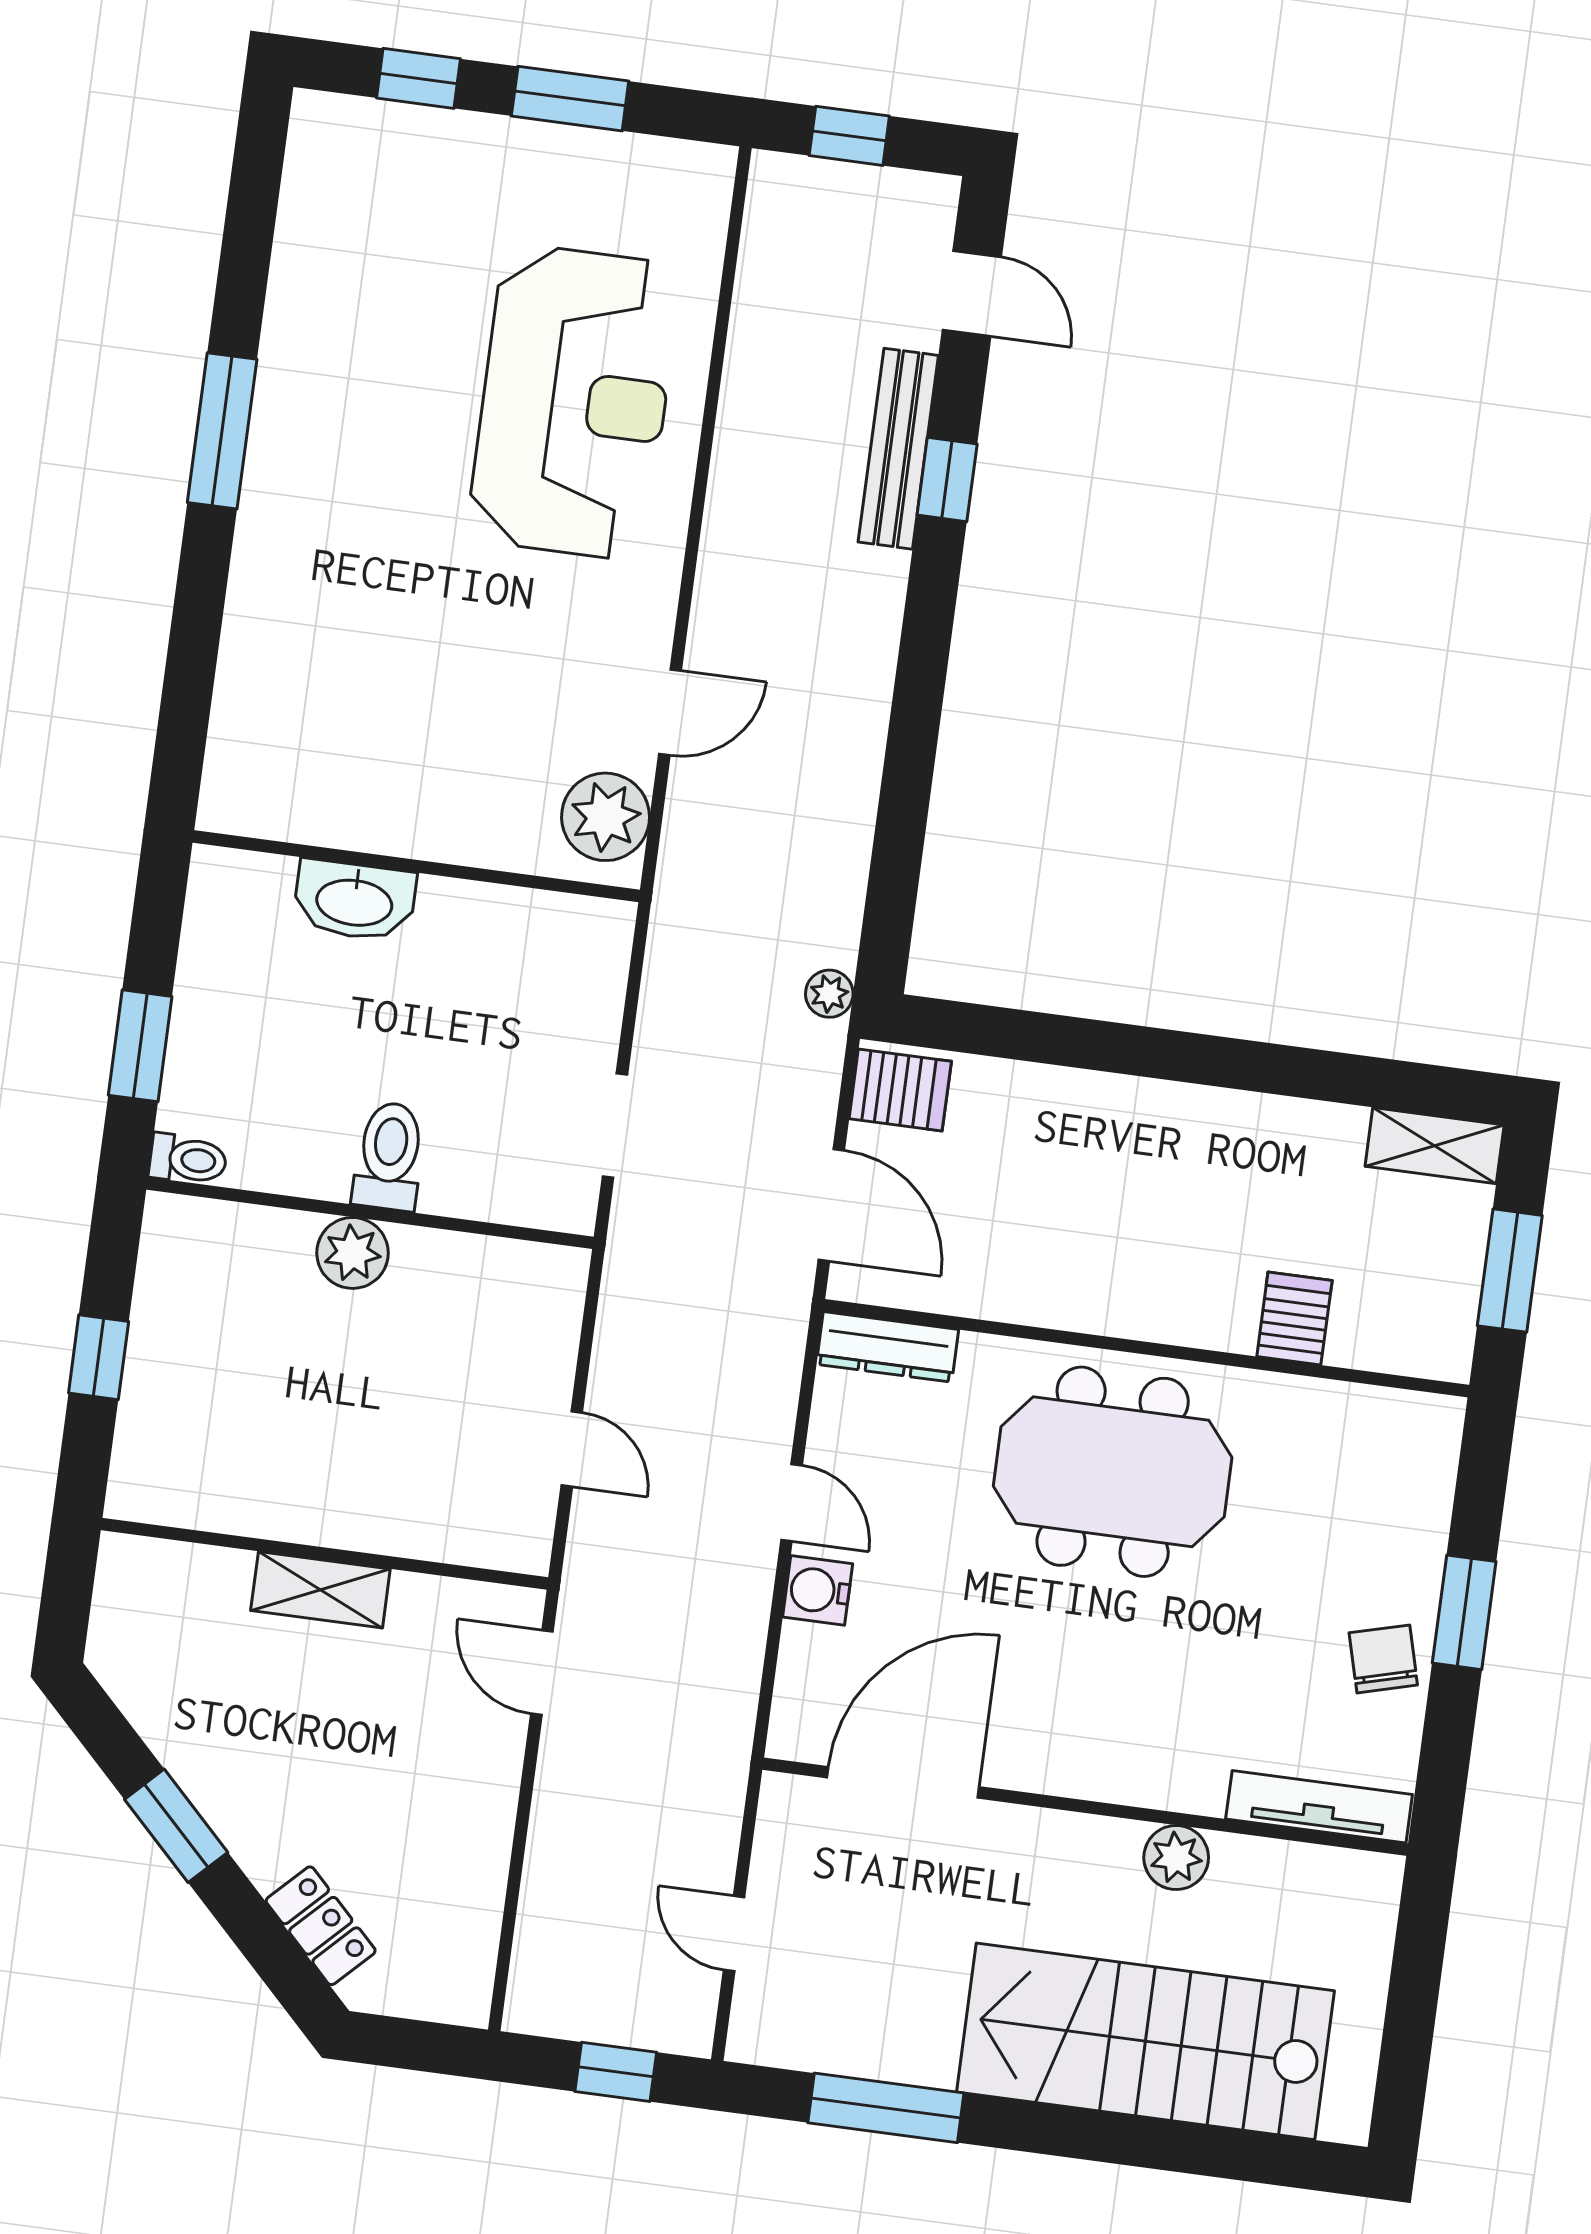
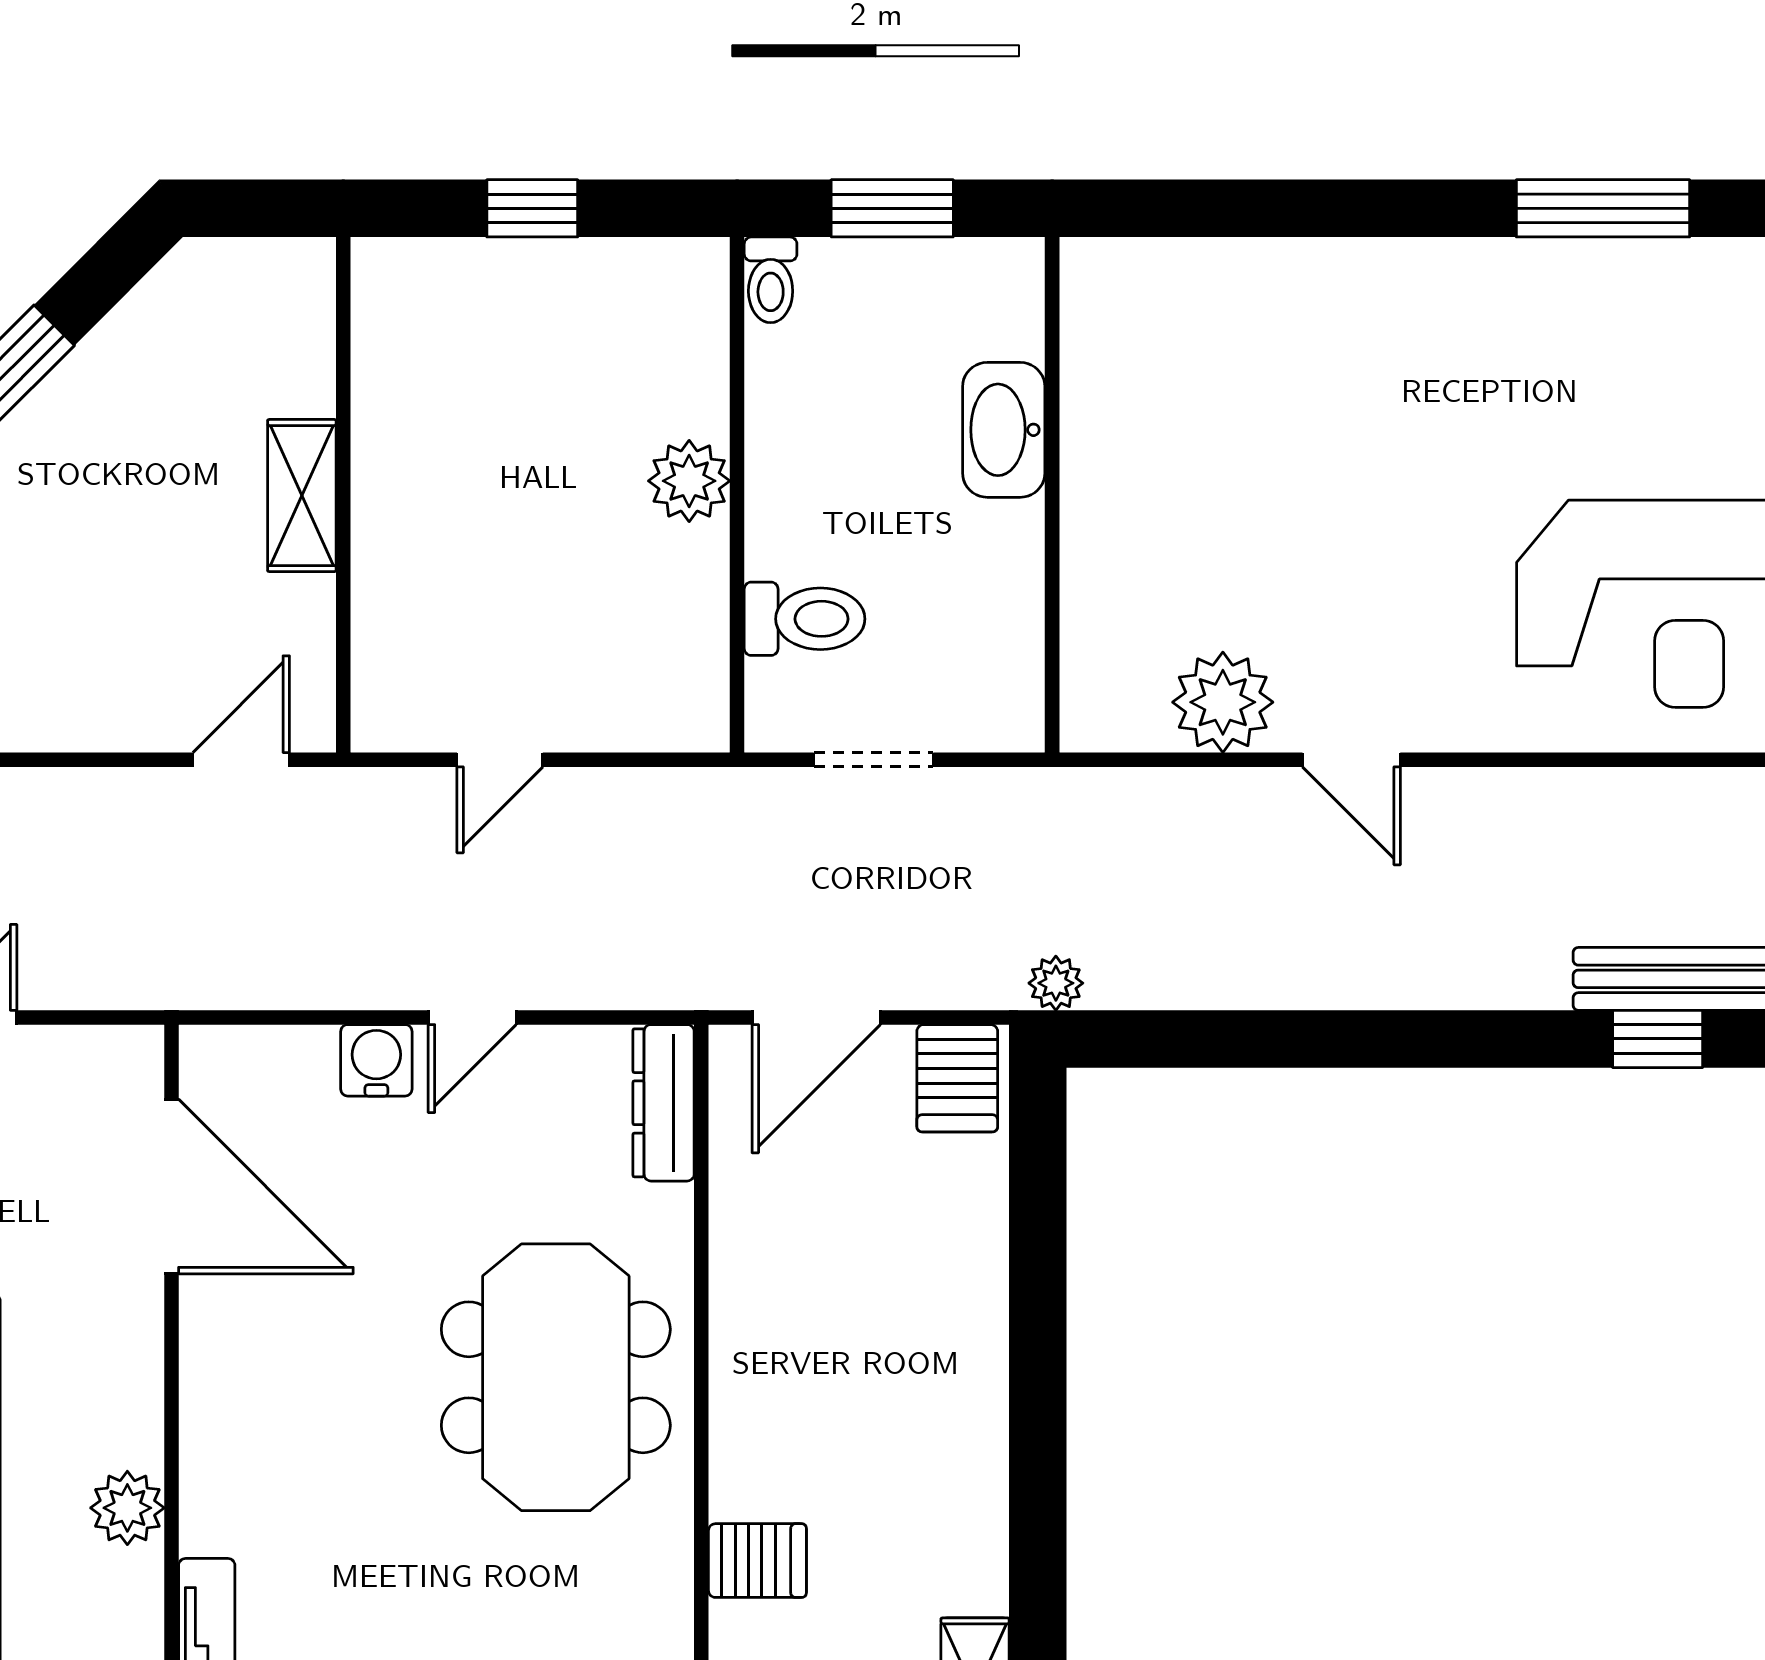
wall: (416, 866) -> (1052, 495), moved
washbasin: (354, 901) -> (1004, 430), moved
toilet: (389, 1156) -> (805, 619), moved

